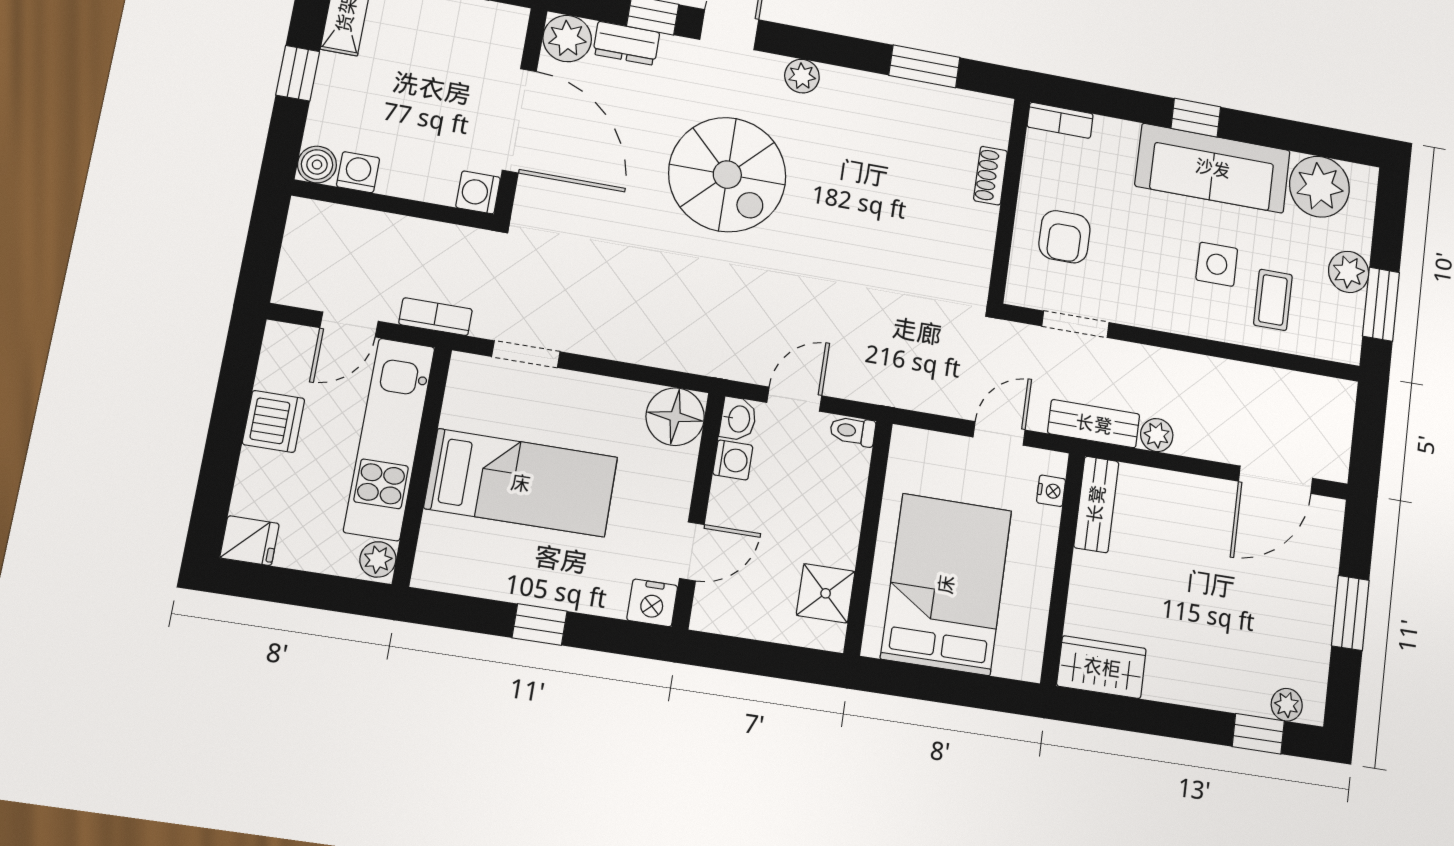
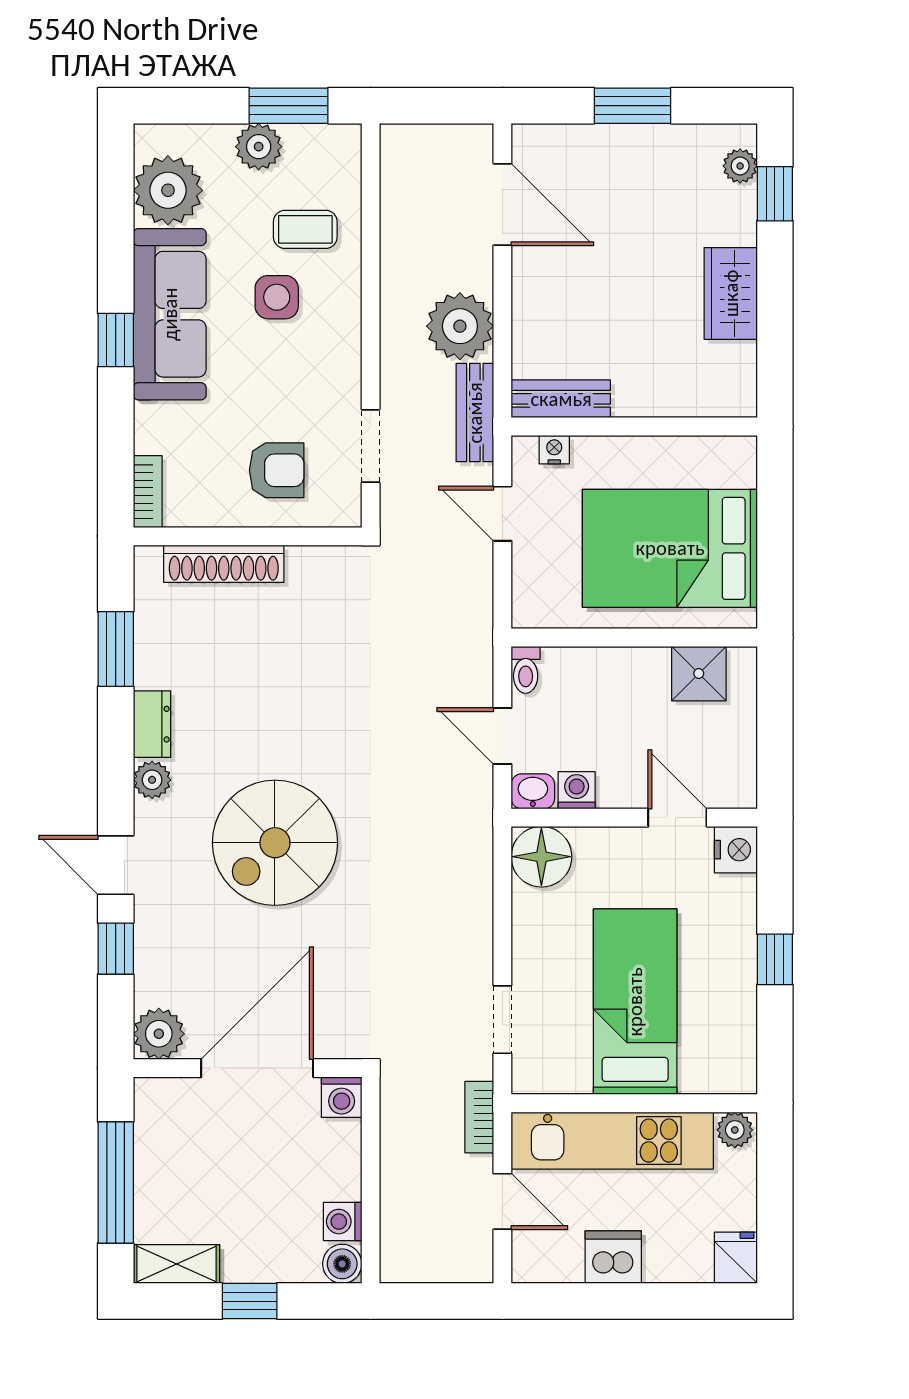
dresser: (626, 43) -> (152, 724), moved
spiral stairs: (727, 175) -> (275, 843), turned 180
shoe rack: (991, 176) -> (224, 564), width x1.94, depth x1.24
plant: (1157, 435) -> (460, 326), width x1.87, depth x1.87
wardrobe: (1102, 667) -> (731, 293), moved

